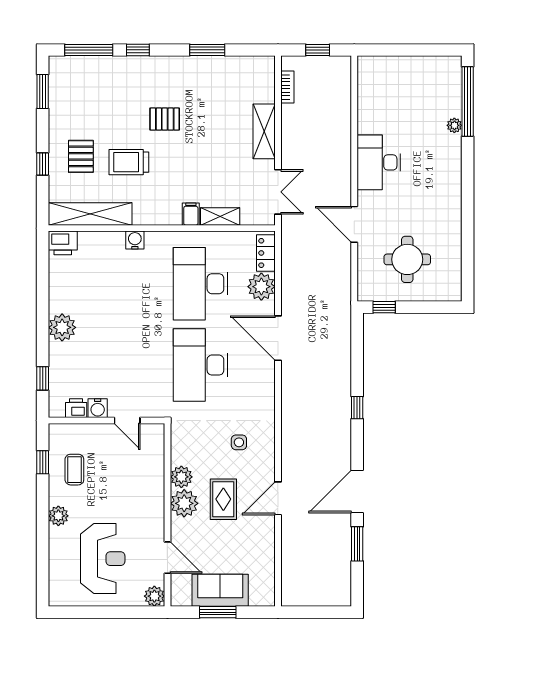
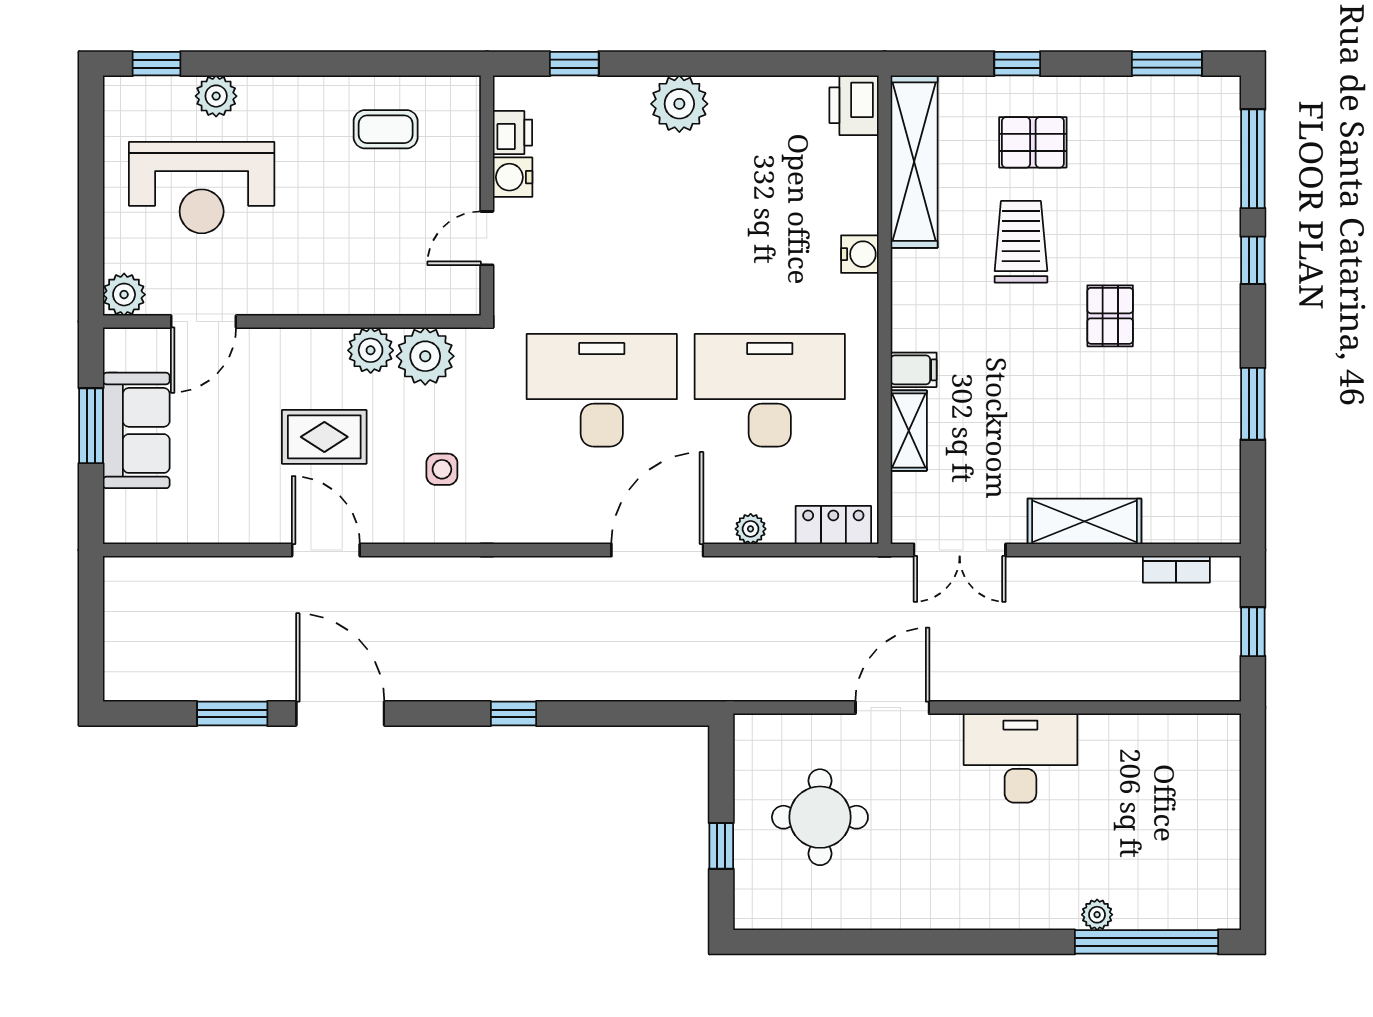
plant: (261, 287) -> (751, 529), width x0.53, depth x0.53
window: (384, 307) -> (721, 846), moved
window: (43, 462) -> (157, 64), moved
plant: (184, 503) -> (425, 356), moved
plant: (58, 516) -> (216, 96), moved

